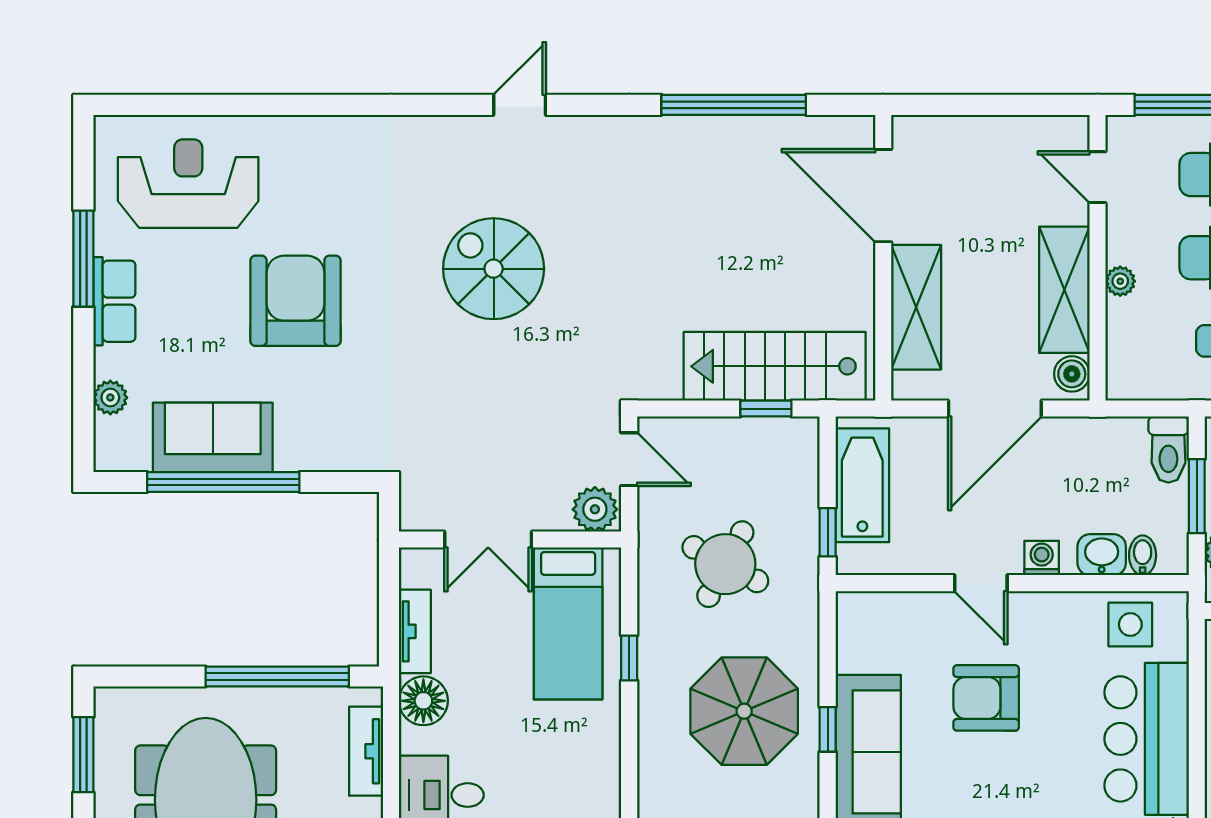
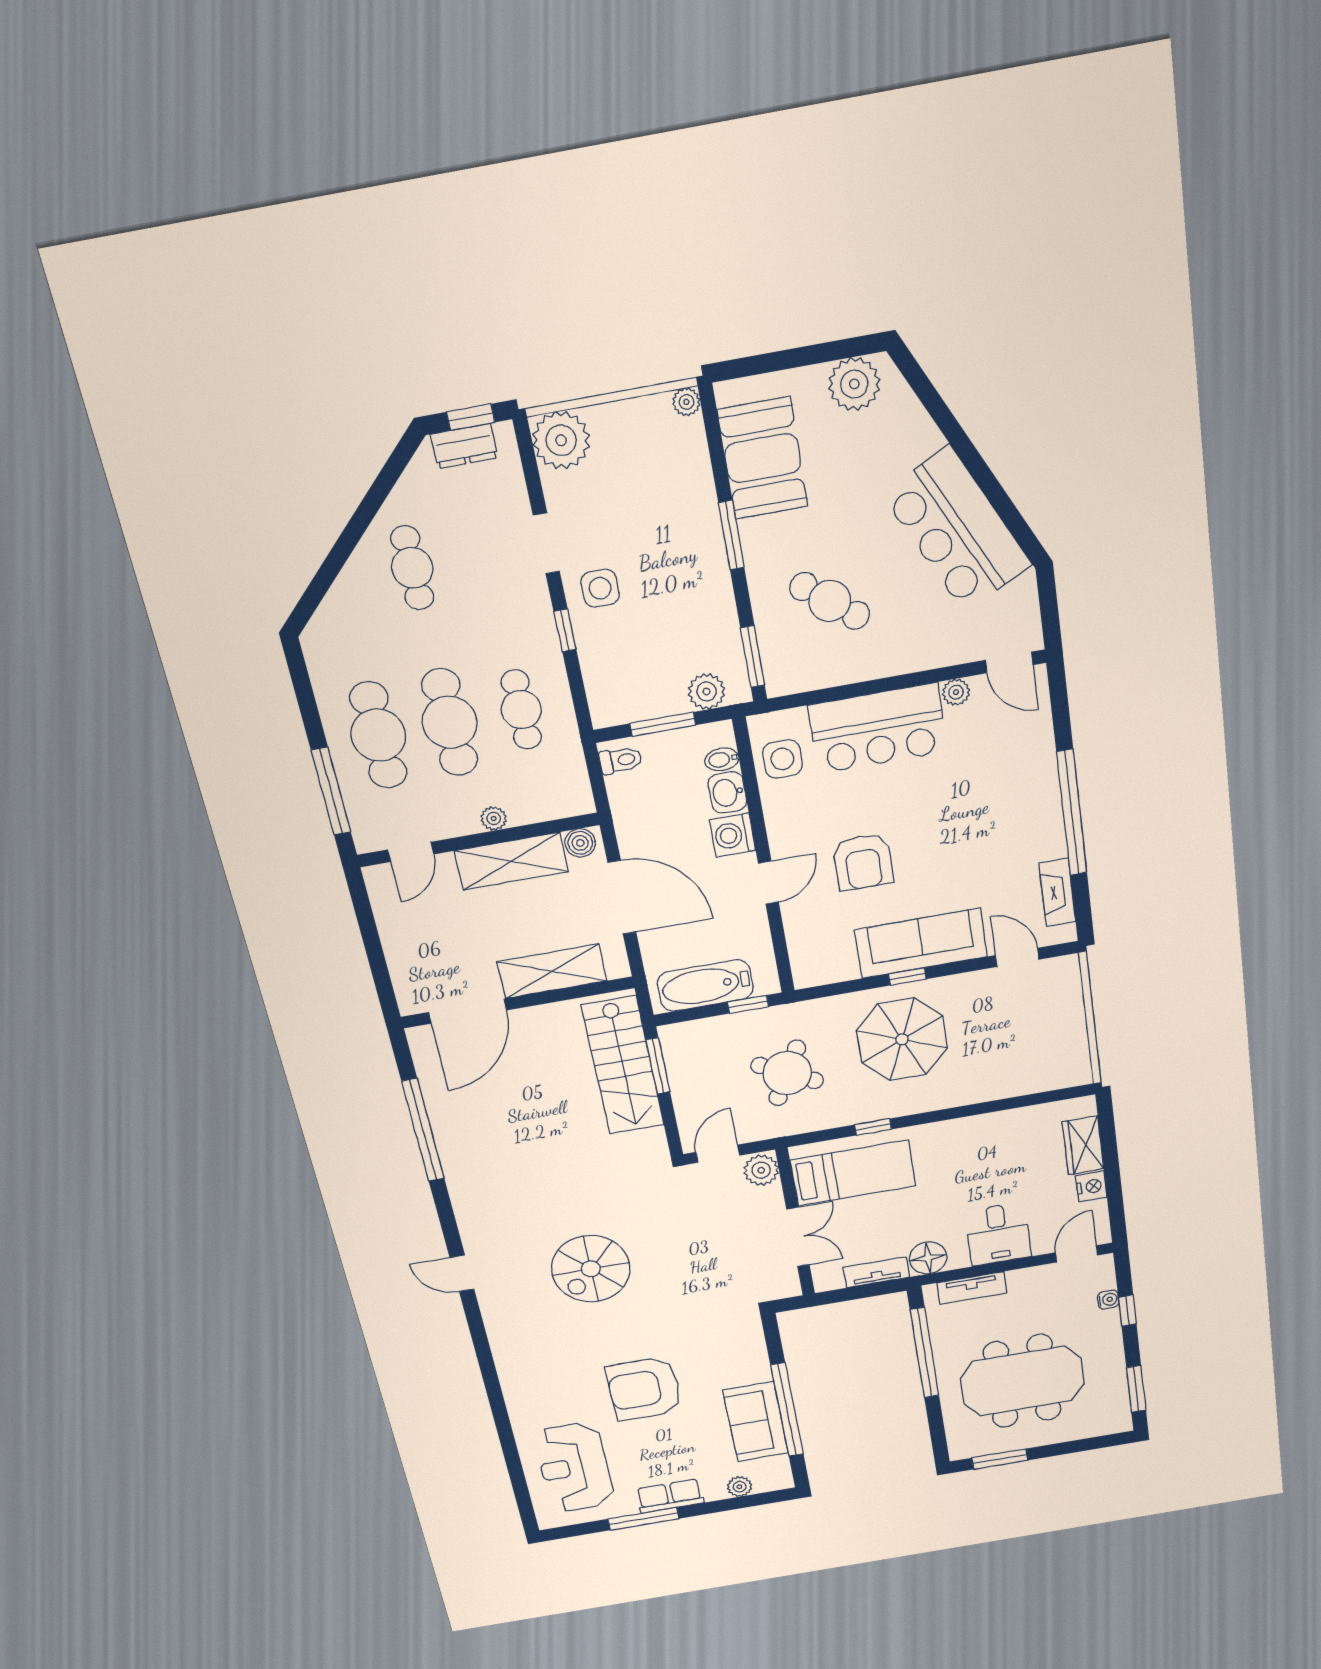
window: (766, 409) -> (658, 1066), width x1.50
toilet: (1168, 450) -> (621, 760), width x0.73, depth x0.72
washing machine: (1042, 558) -> (733, 835), width x1.38, depth x1.38

